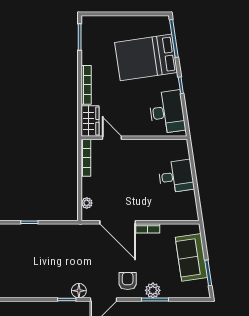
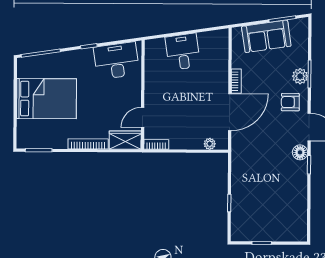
bed: (146, 57) -> (46, 99), moved, turned -82
bookcase: (86, 158) -> (156, 144), width x0.64

